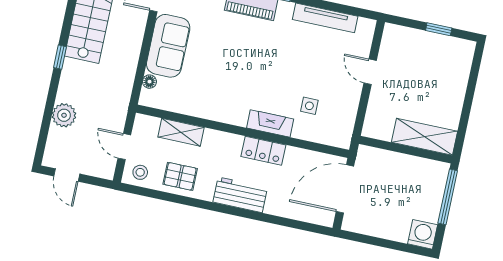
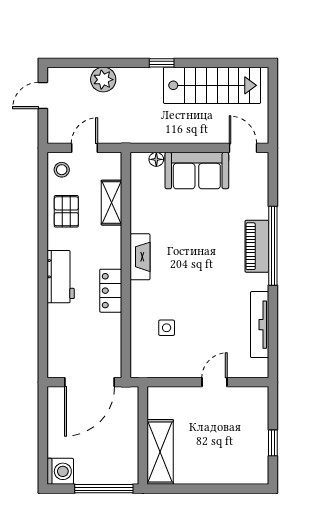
fireplace: (270, 123) -> (140, 257), moved
door: (345, 189) -> (90, 382), swing flipped

